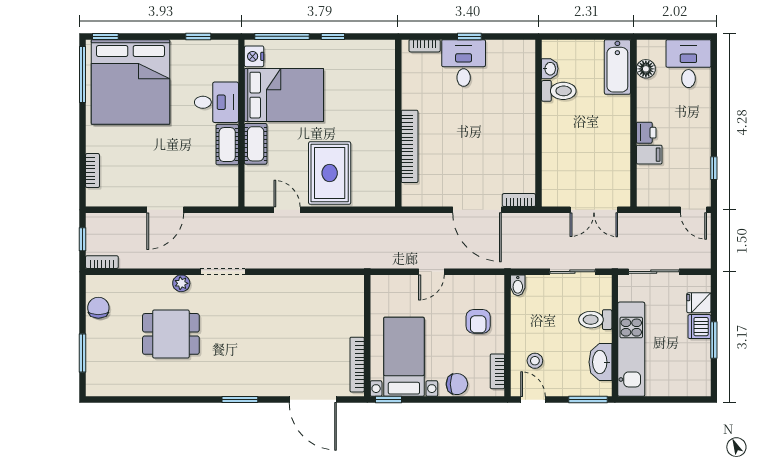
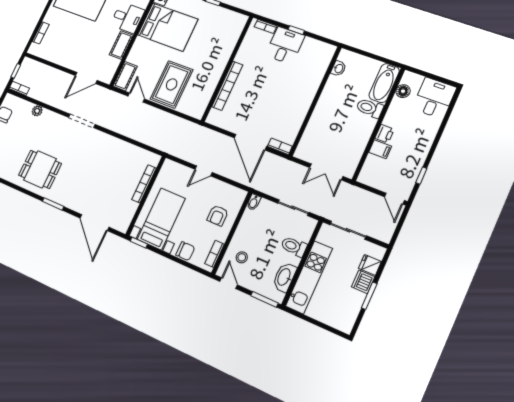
toilet: (559, 91) -> (370, 108), moved, turned 180
cot: (256, 144) -> (125, 76), moved
door: (165, 210) -> (86, 78), moved
plant: (181, 283) -> (37, 111), moved
dining table: (171, 334) -> (40, 169), moved
bookcase: (357, 365) -> (144, 184), moved

